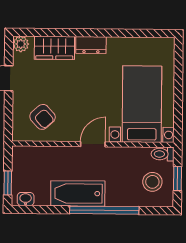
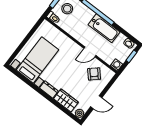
bed with nightstands: (142, 104) -> (37, 60), moved, turned 180
door: (93, 144) -> (90, 52), moved
washing machine: (20, 154) -> (116, 65), added

